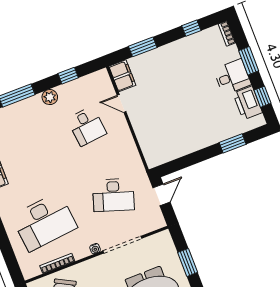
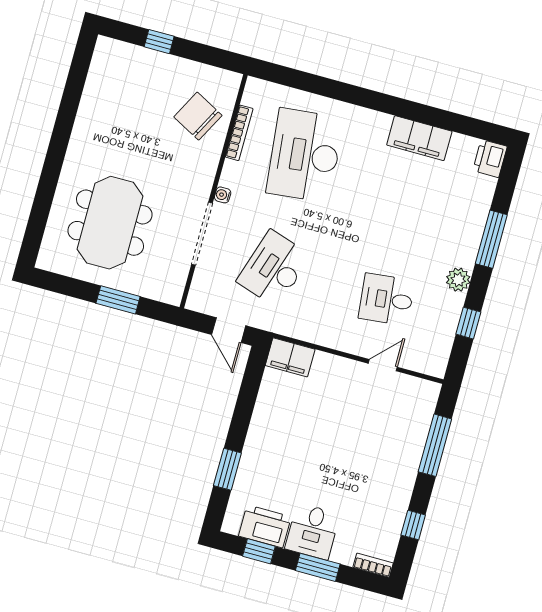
window: (143, 47) -> (435, 445), width x1.44
filing cabinet: (122, 76) -> (290, 357), moved

